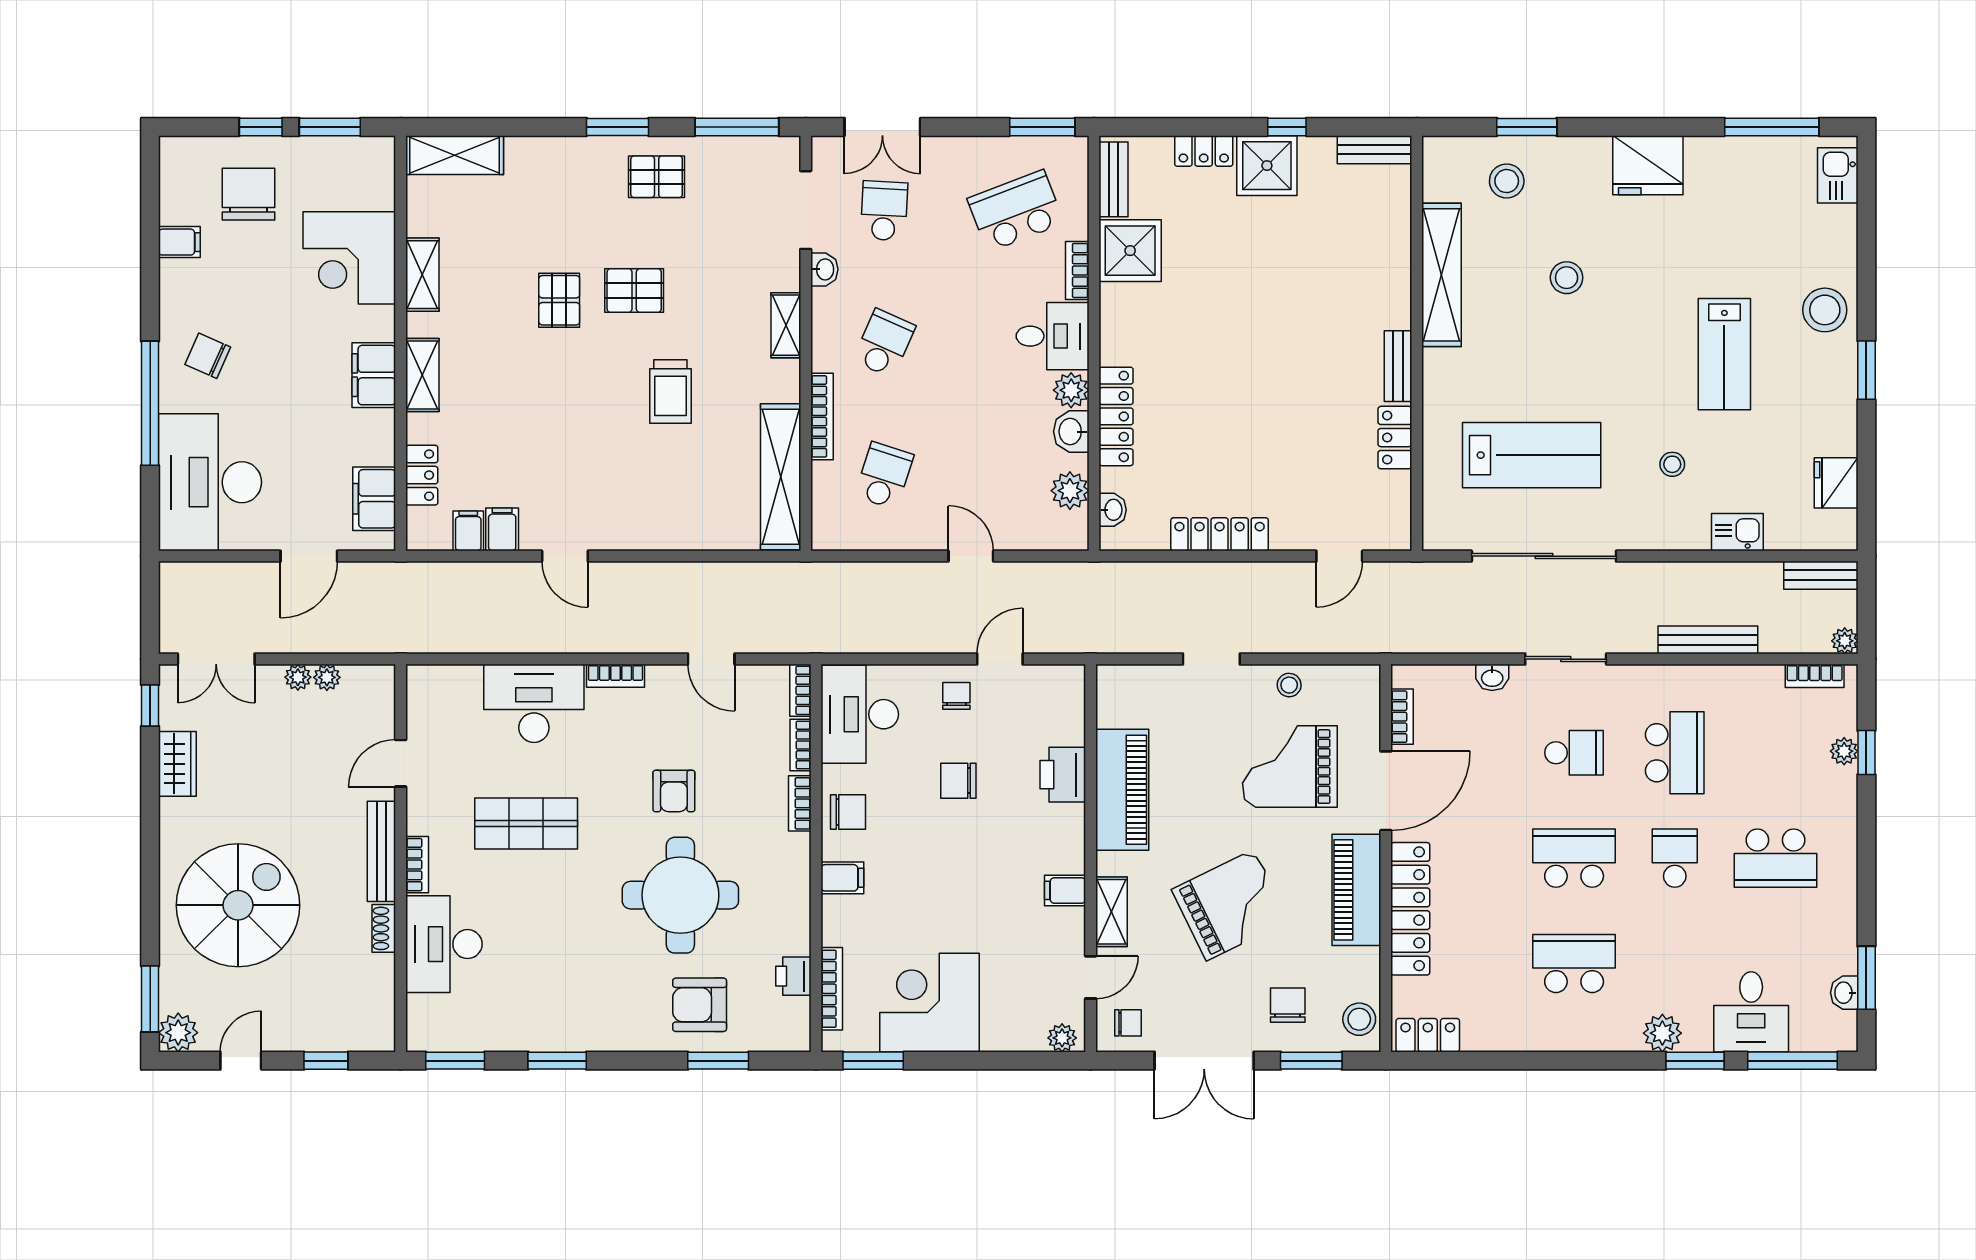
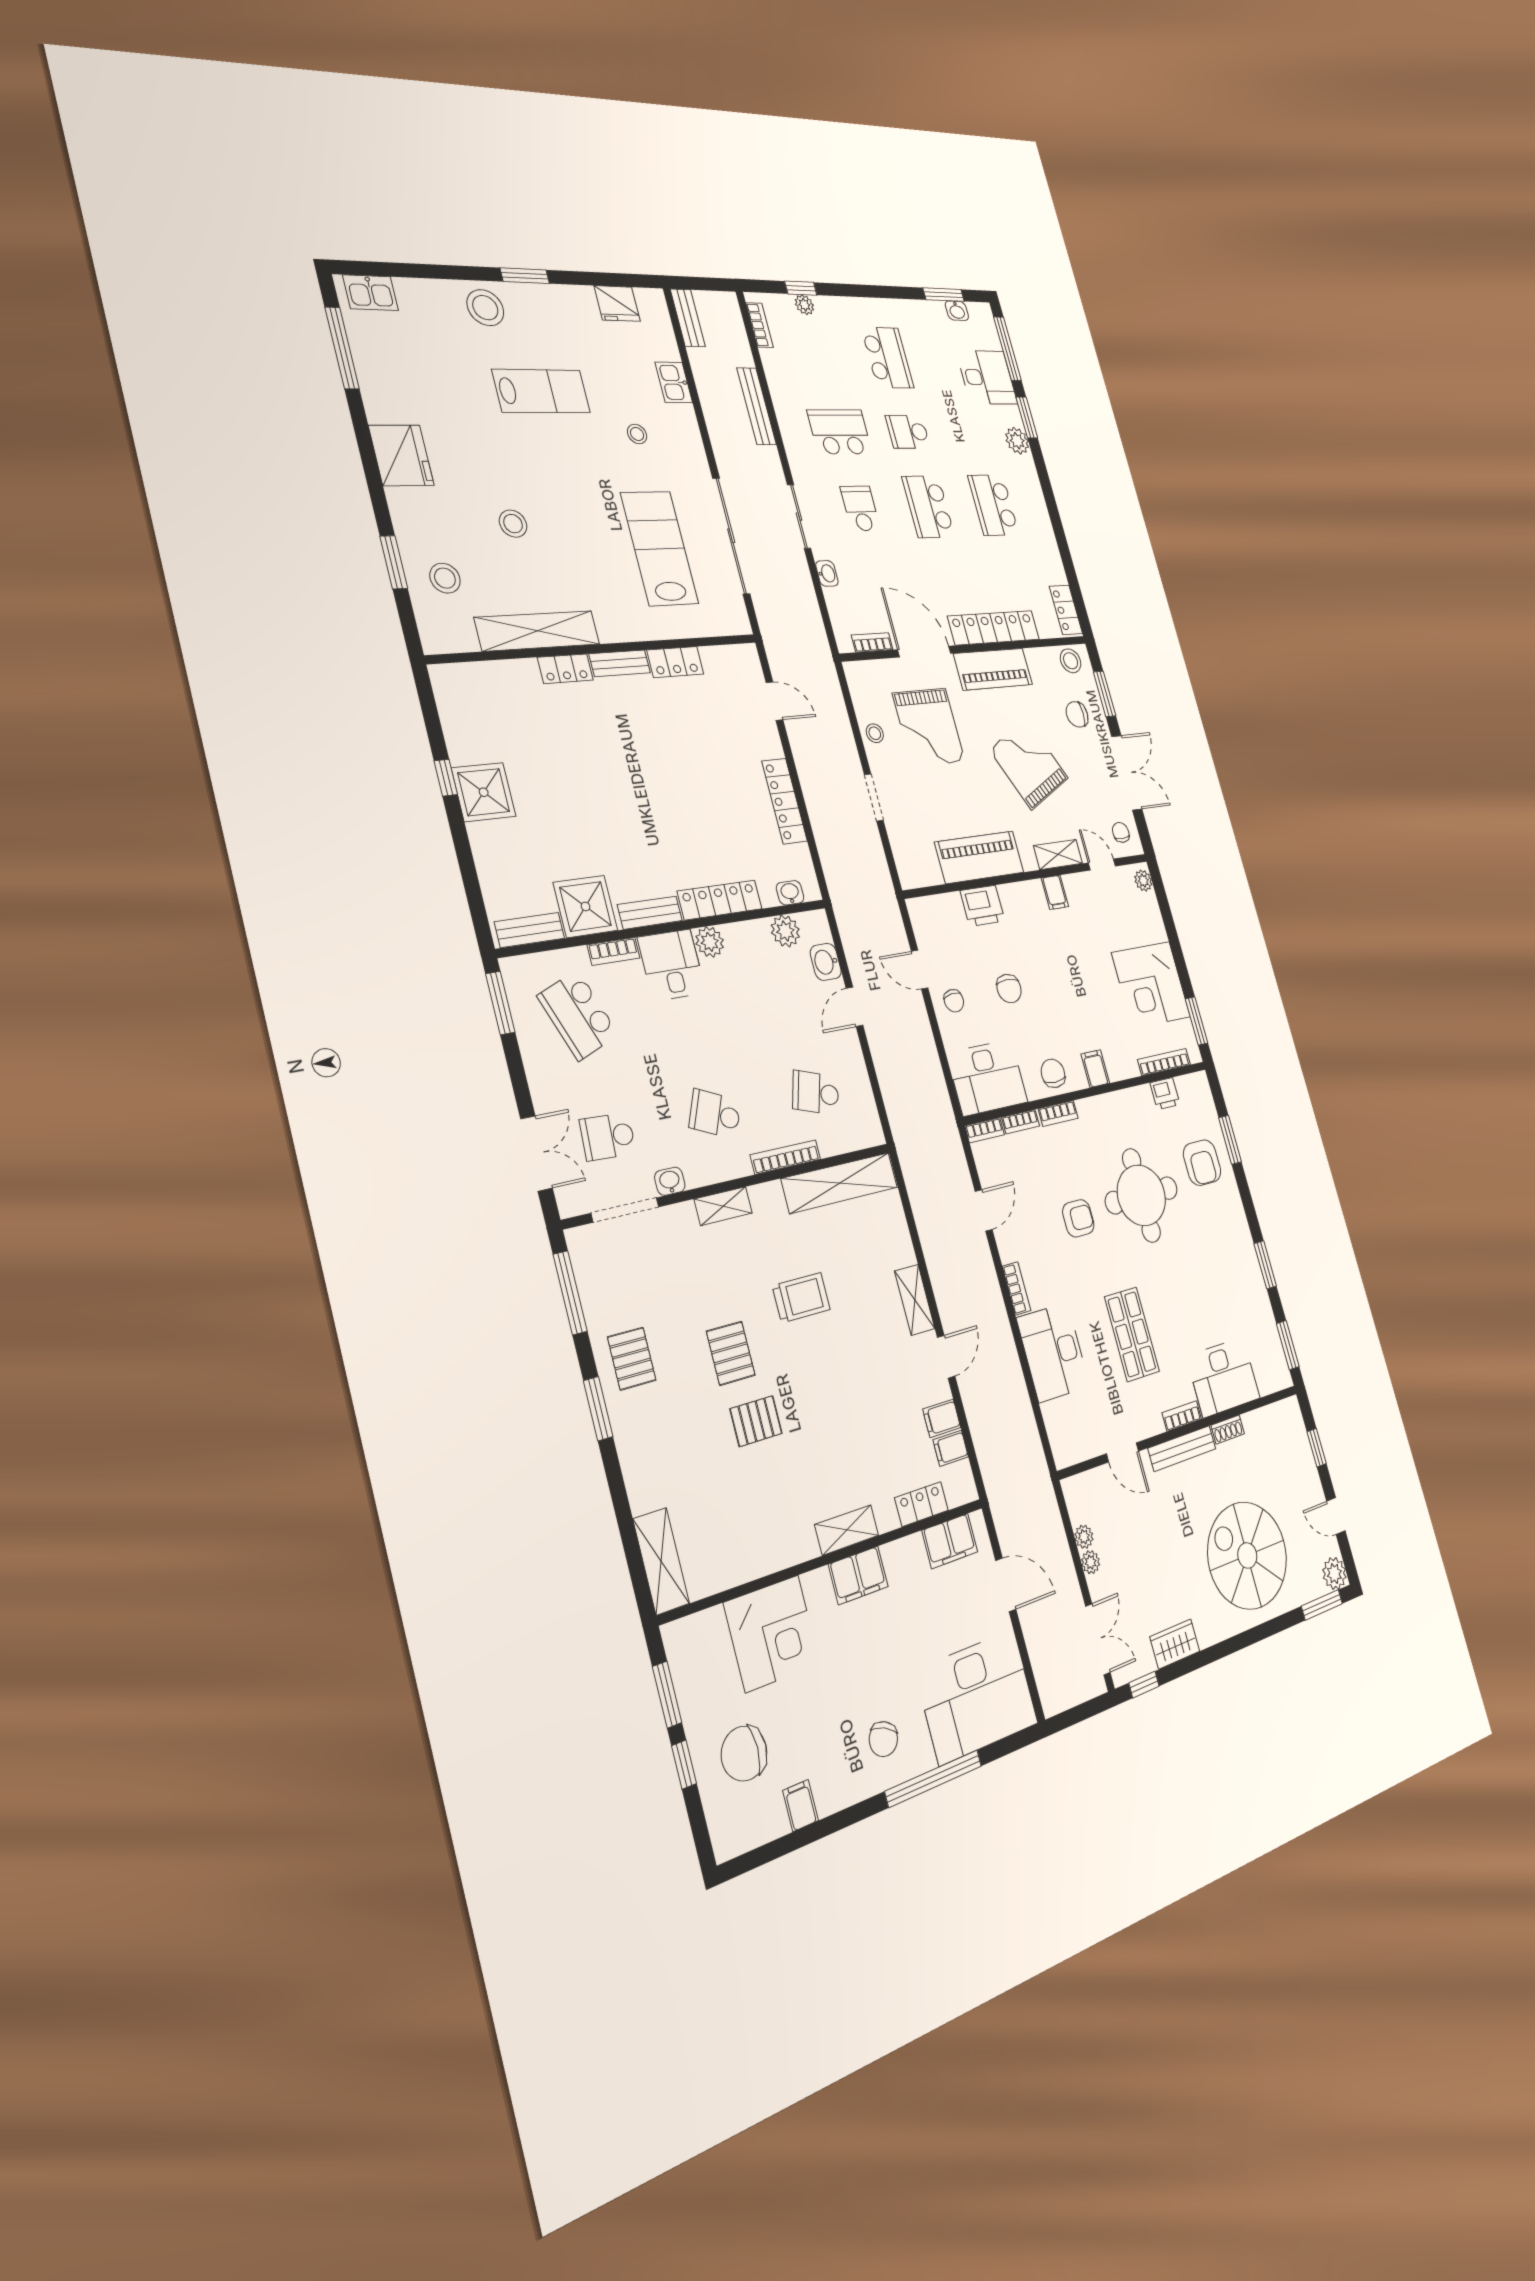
bench: (1375, 150) -> (650, 913), moved, turned 90
locker: (1204, 151) -> (565, 669), moved, turned 90
shelving: (422, 275) -> (915, 1300), moved, turned 90
washbasin: (1071, 432) -> (826, 962), moved, turned 90
plant: (1845, 641) -> (729, 301), removed
chair: (956, 696) -> (954, 1001), turned -97

